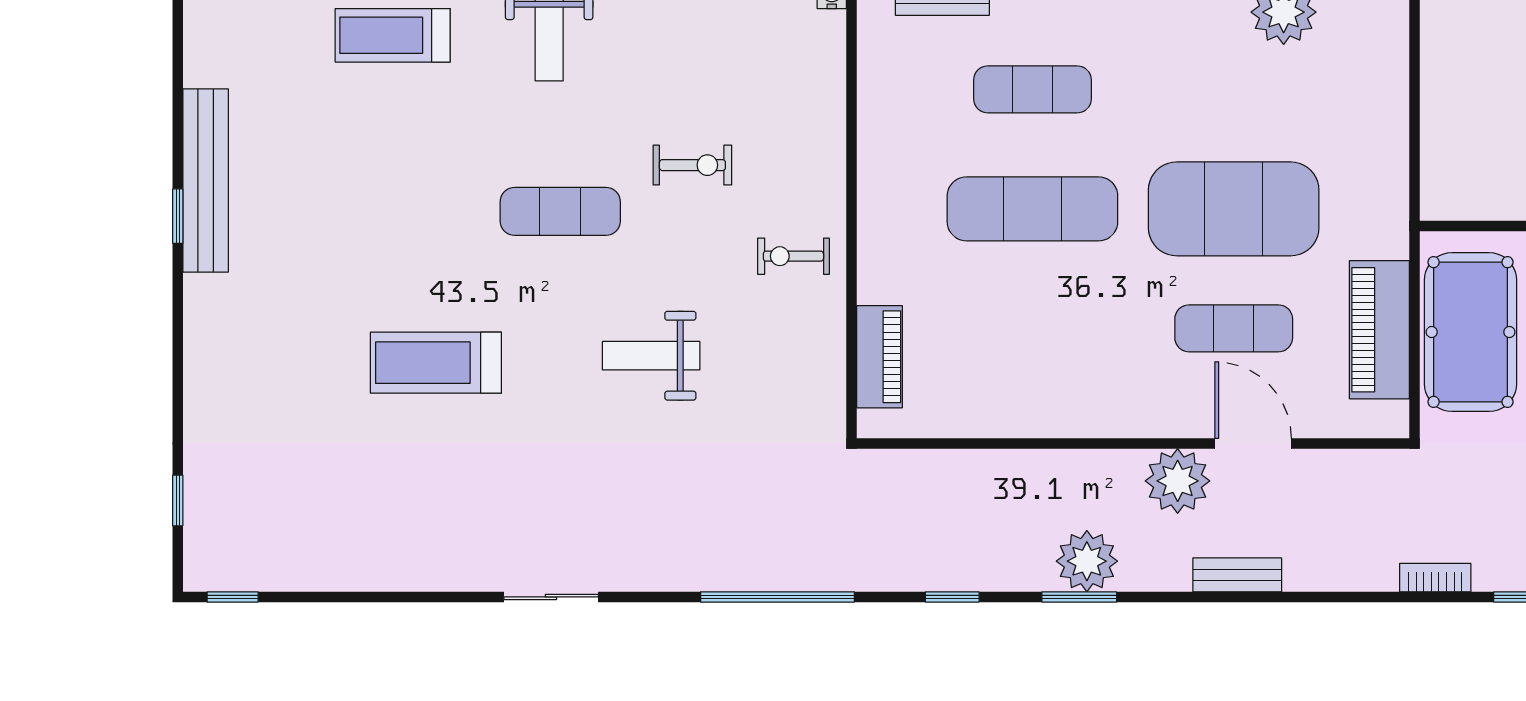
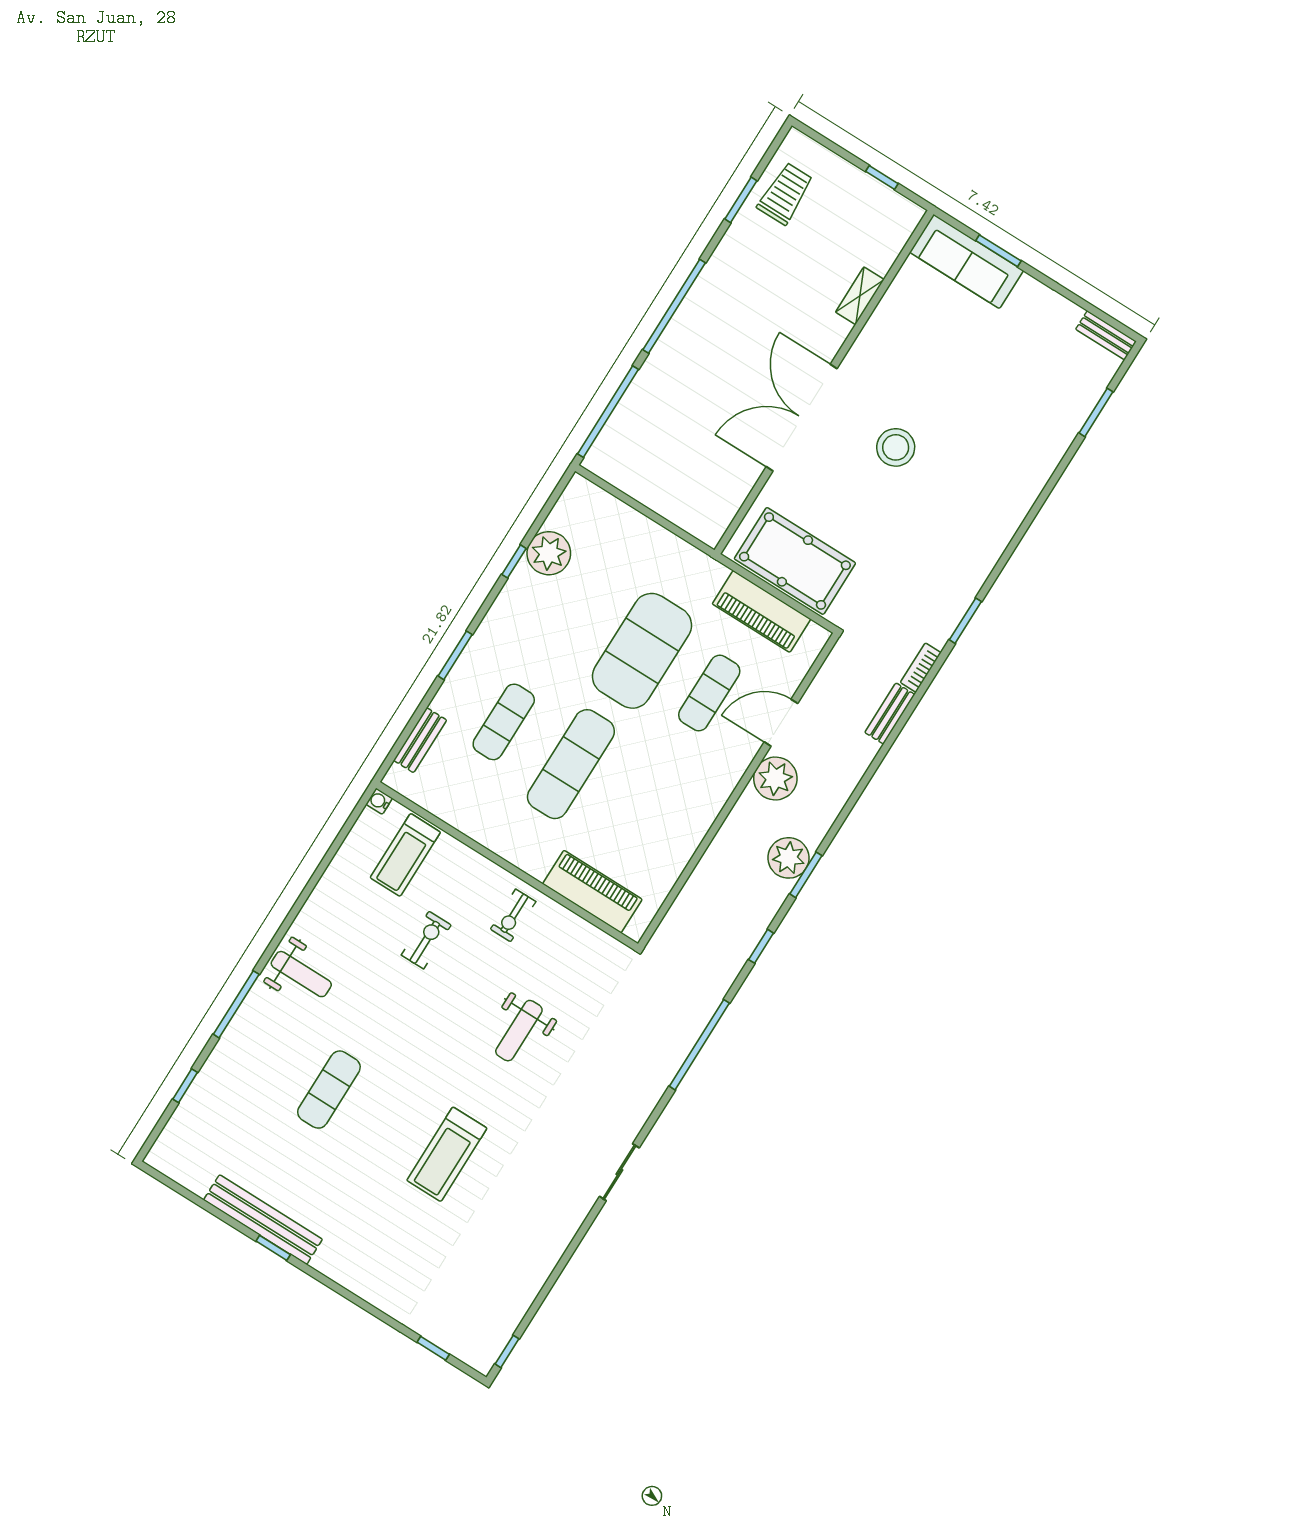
treadmill: (393, 35) -> (405, 855), moved
exercise mat: (560, 211) -> (329, 1090), moved
piano: (880, 357) -> (592, 892), width x1.37, depth x1.33
bench: (1237, 575) -> (890, 714), moved

